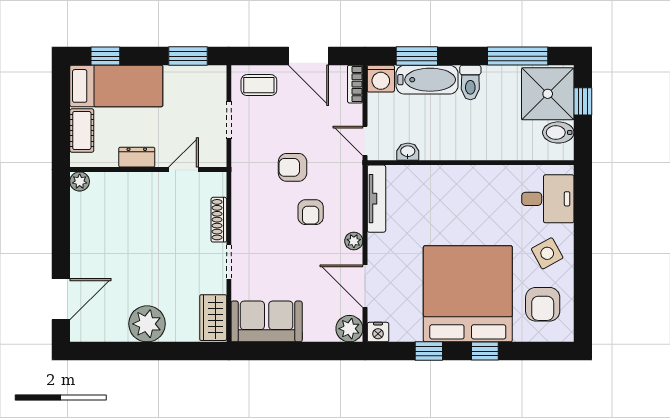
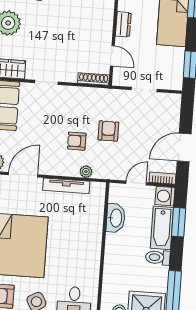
coffee table: (259, 85) -> (167, 112), removed
door: (365, 141) -> (136, 183), moved
washbasin: (408, 152) -> (116, 218), width x1.91, depth x1.45
tv unit: (376, 199) -> (66, 186), moved
shoe rack: (219, 220) -> (94, 79), moved
plant: (354, 241) -> (86, 172), moved

